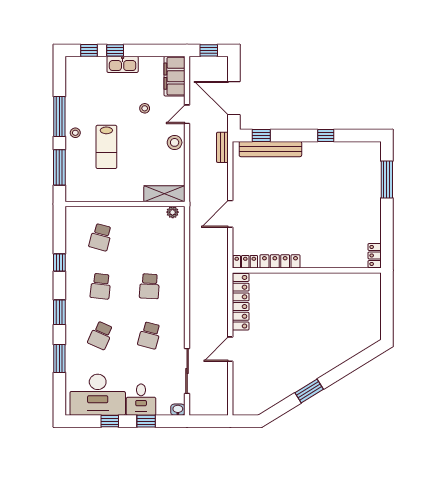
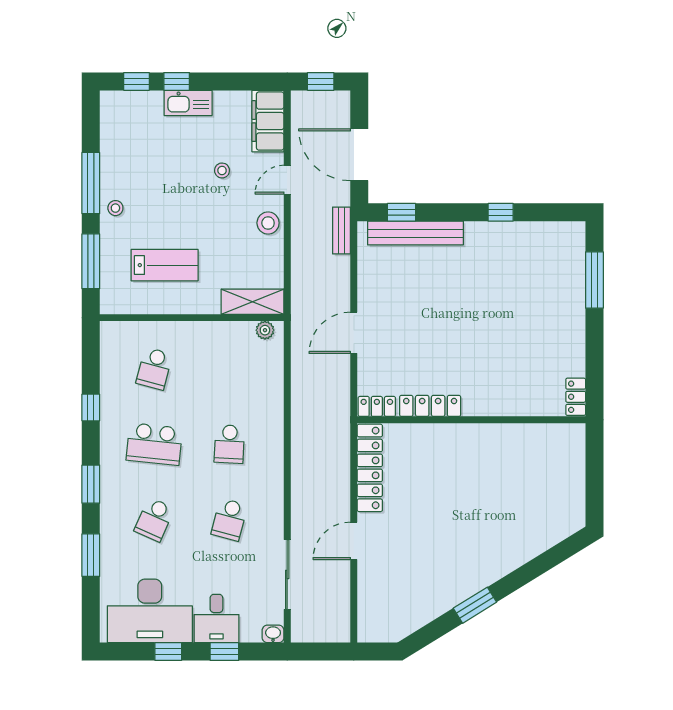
lab bench: (106, 147) -> (165, 265), moved, turned -90
school desk: (101, 286) -> (154, 444), width x1.85

